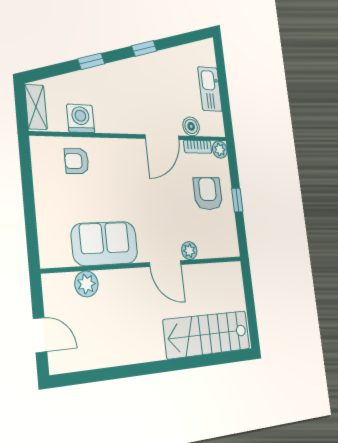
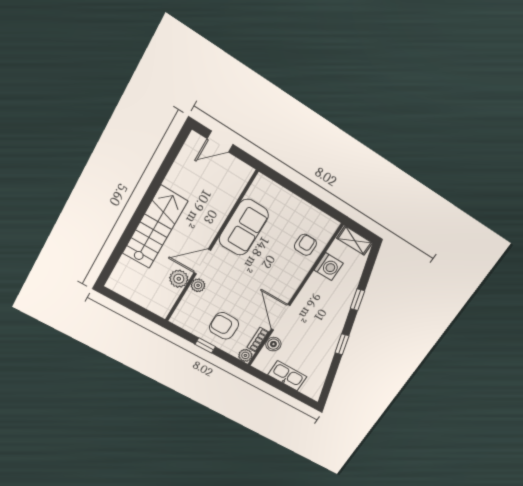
armchair: (208, 194) -> (224, 326), turned 180
plant: (86, 284) -> (179, 279), moved
stairs: (207, 334) -> (155, 227), moved

